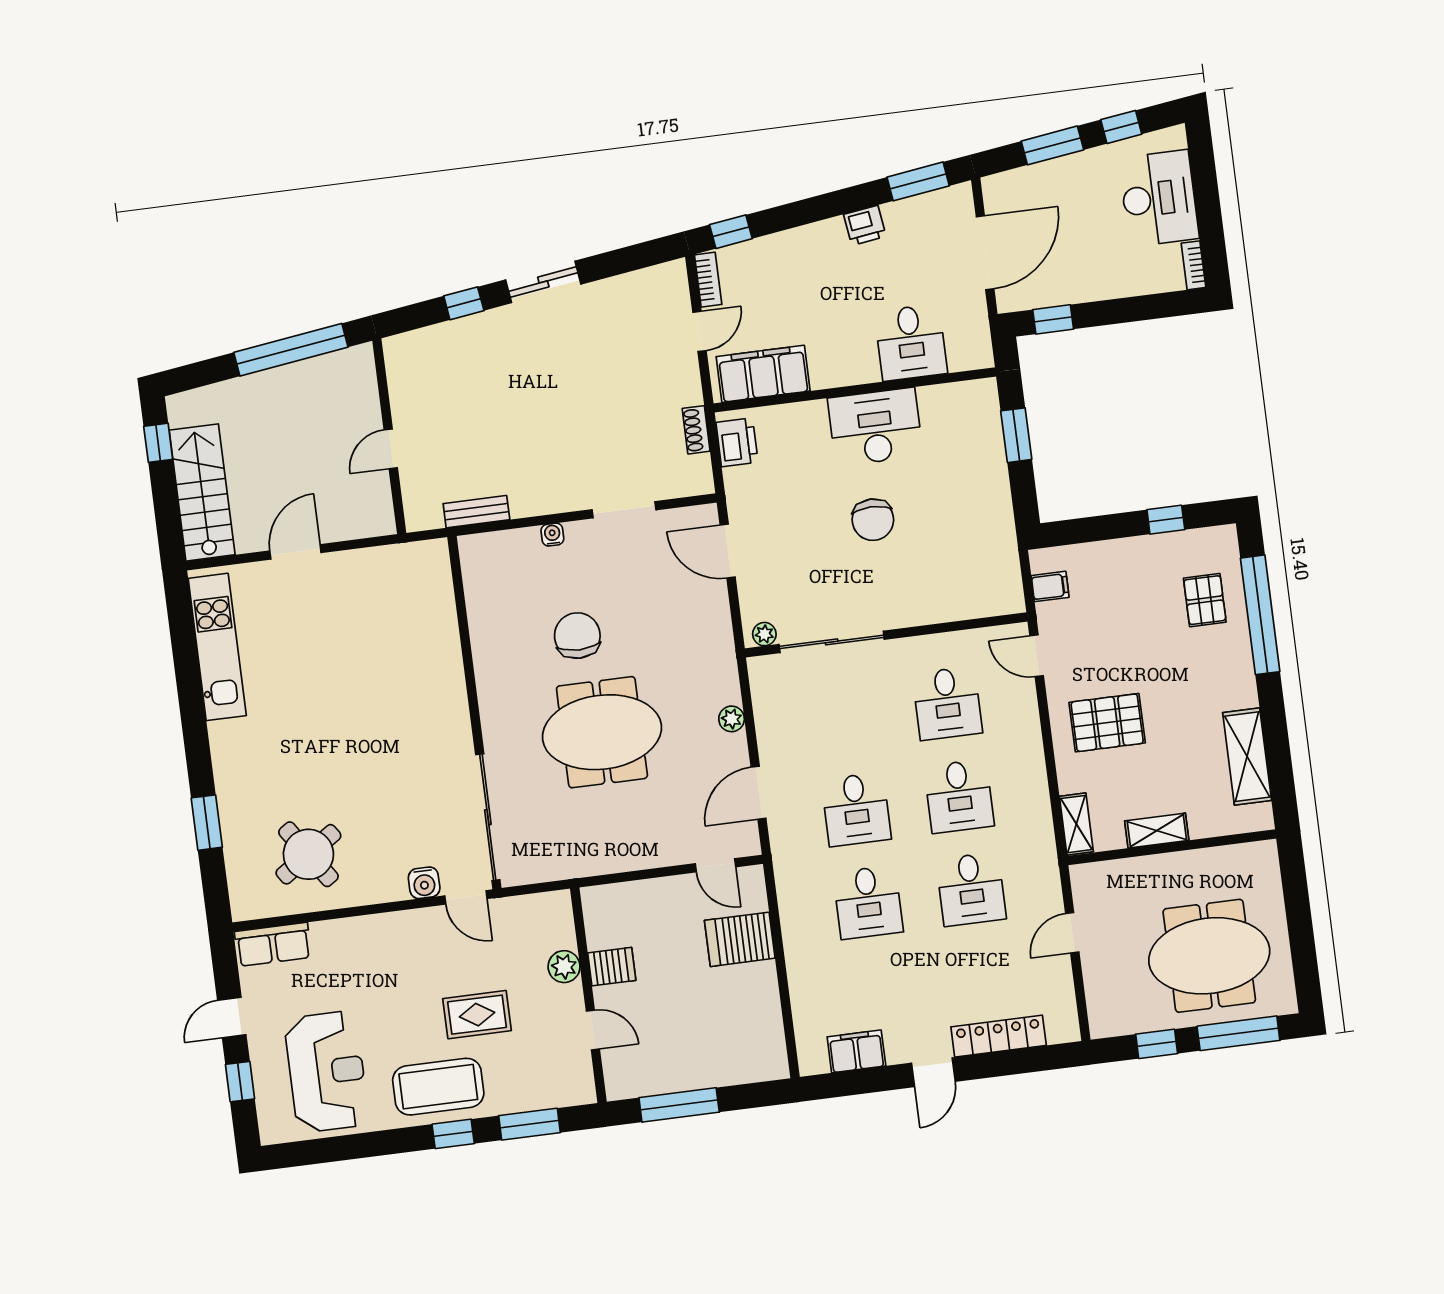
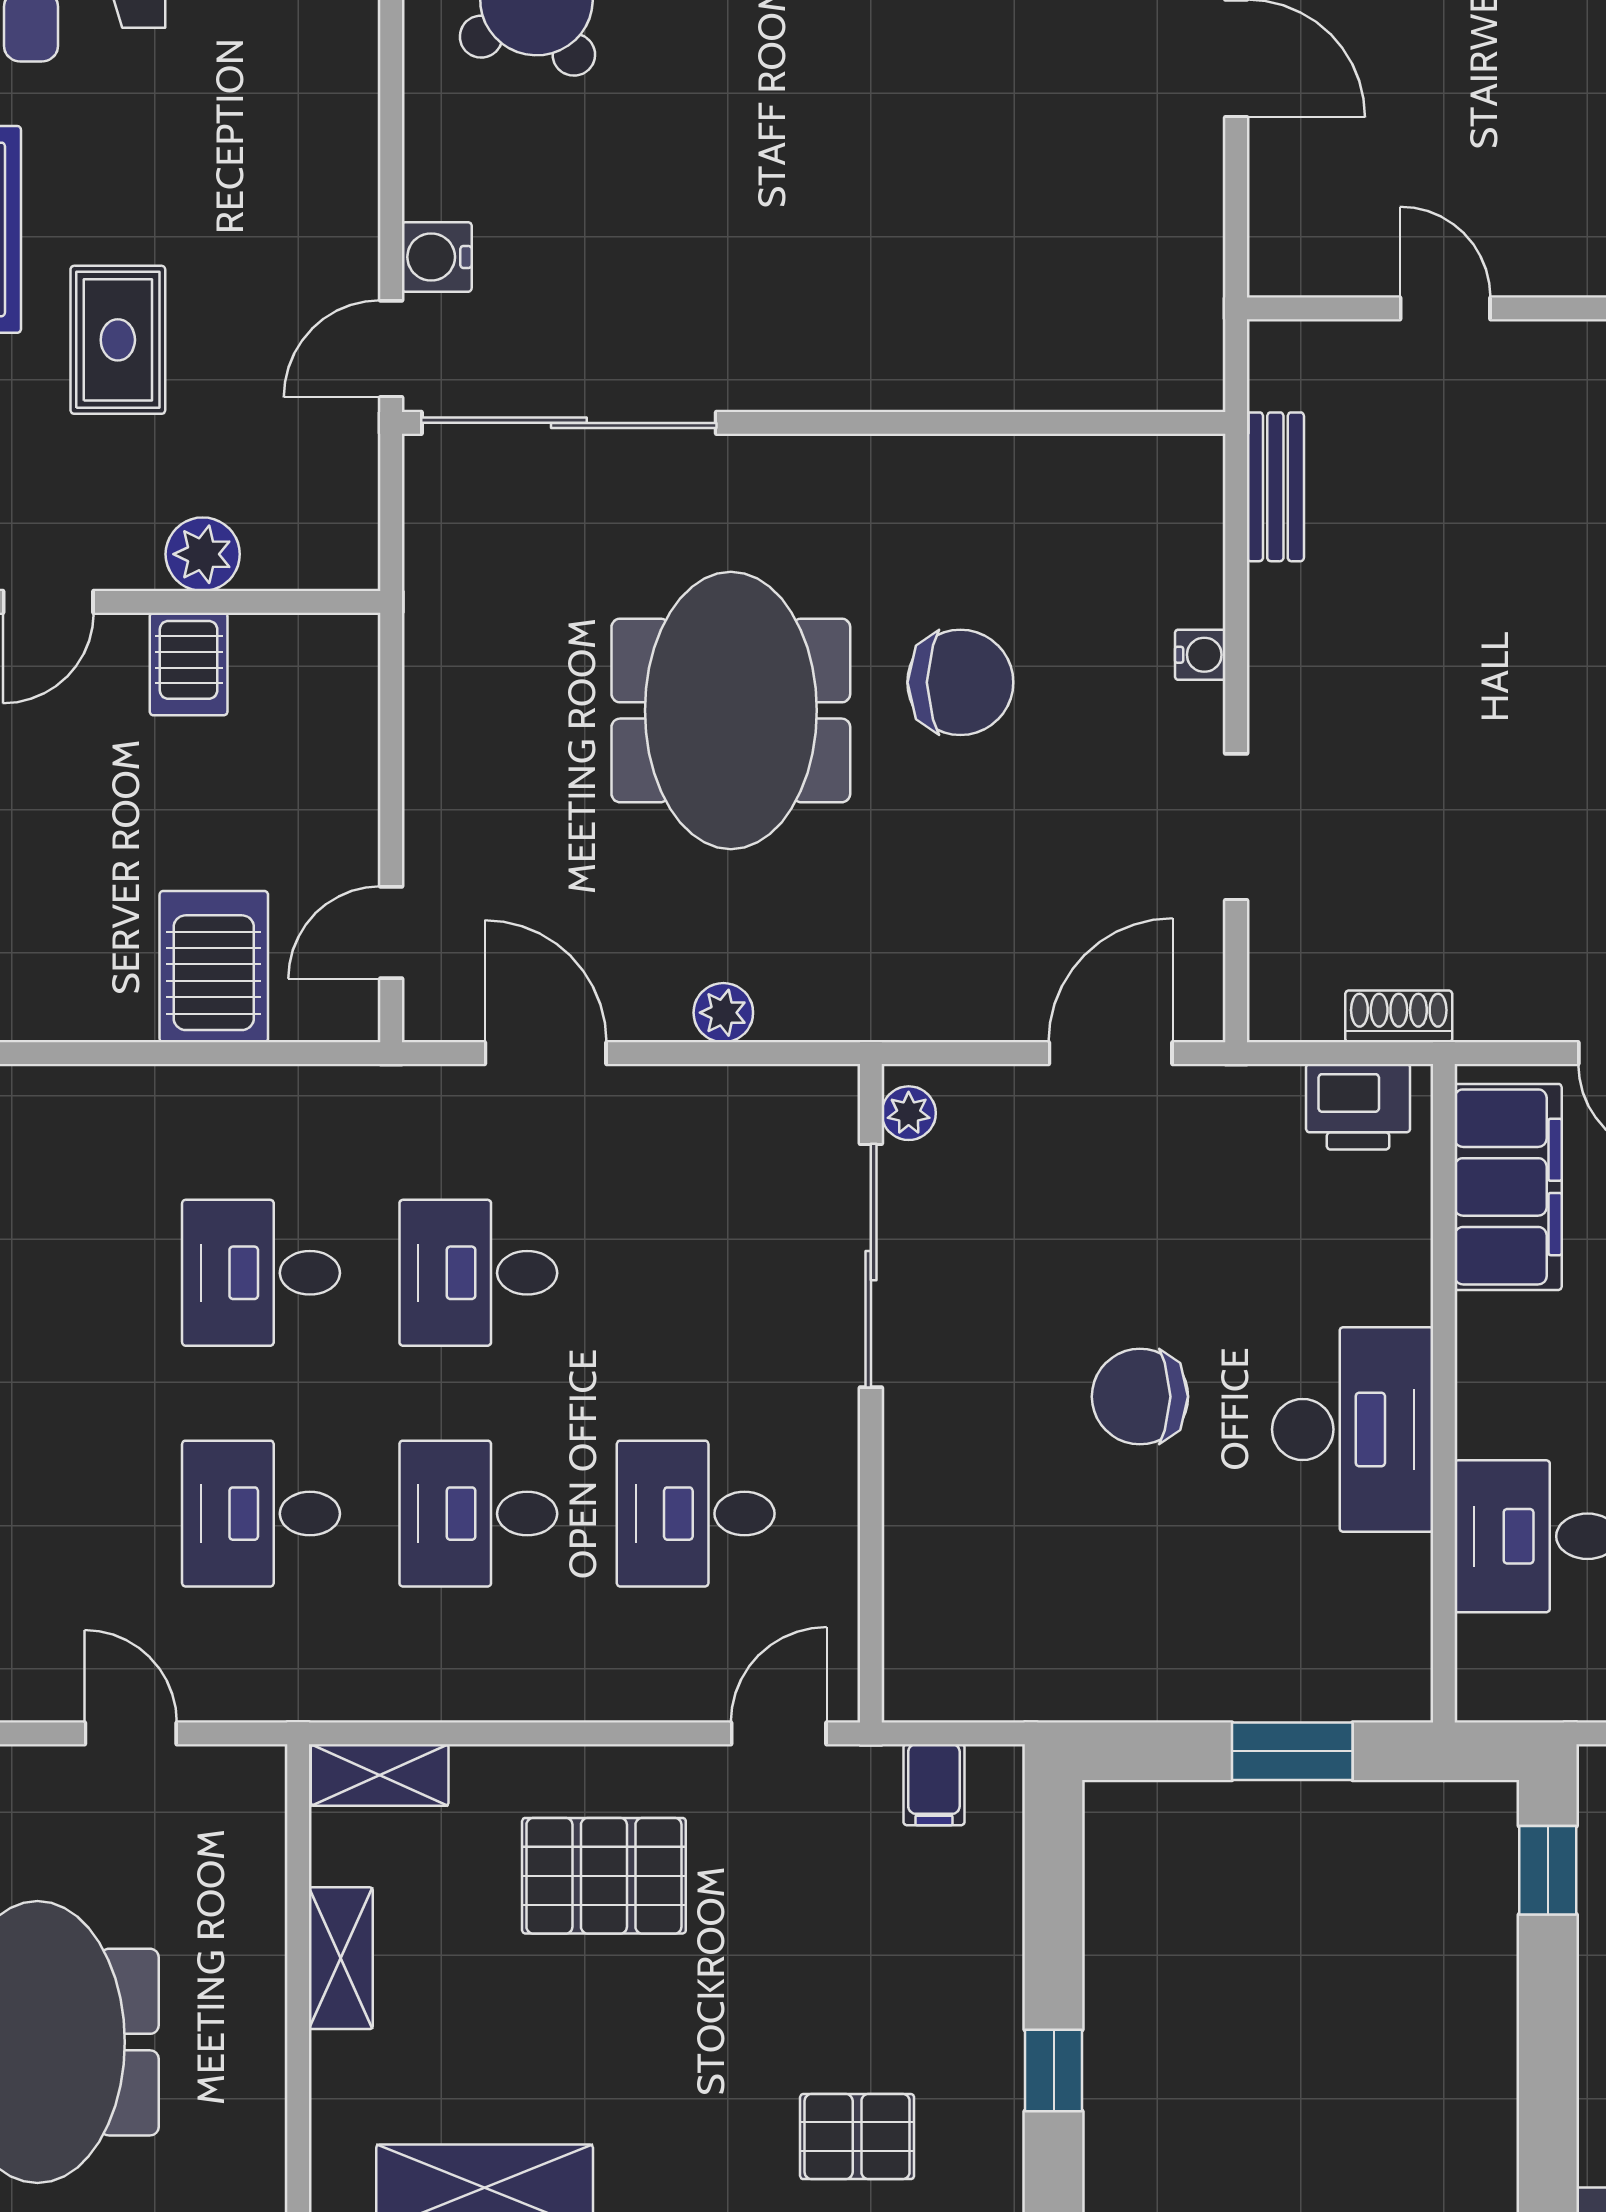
pallet: (1107, 723) -> (604, 1876), turned 90

